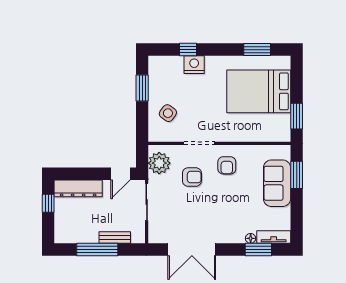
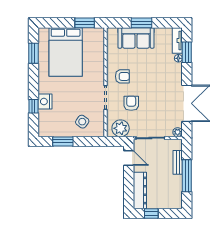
window: (297, 175) -> (141, 23), moved
plant: (154, 237) -> (178, 132), added

